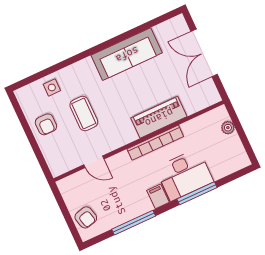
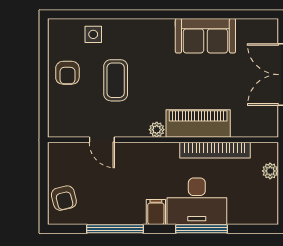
sofa: (127, 54) -> (205, 36), width x0.73
plant: (131, 136) -> (157, 130), added
bookcase: (155, 143) -> (215, 150), moved

